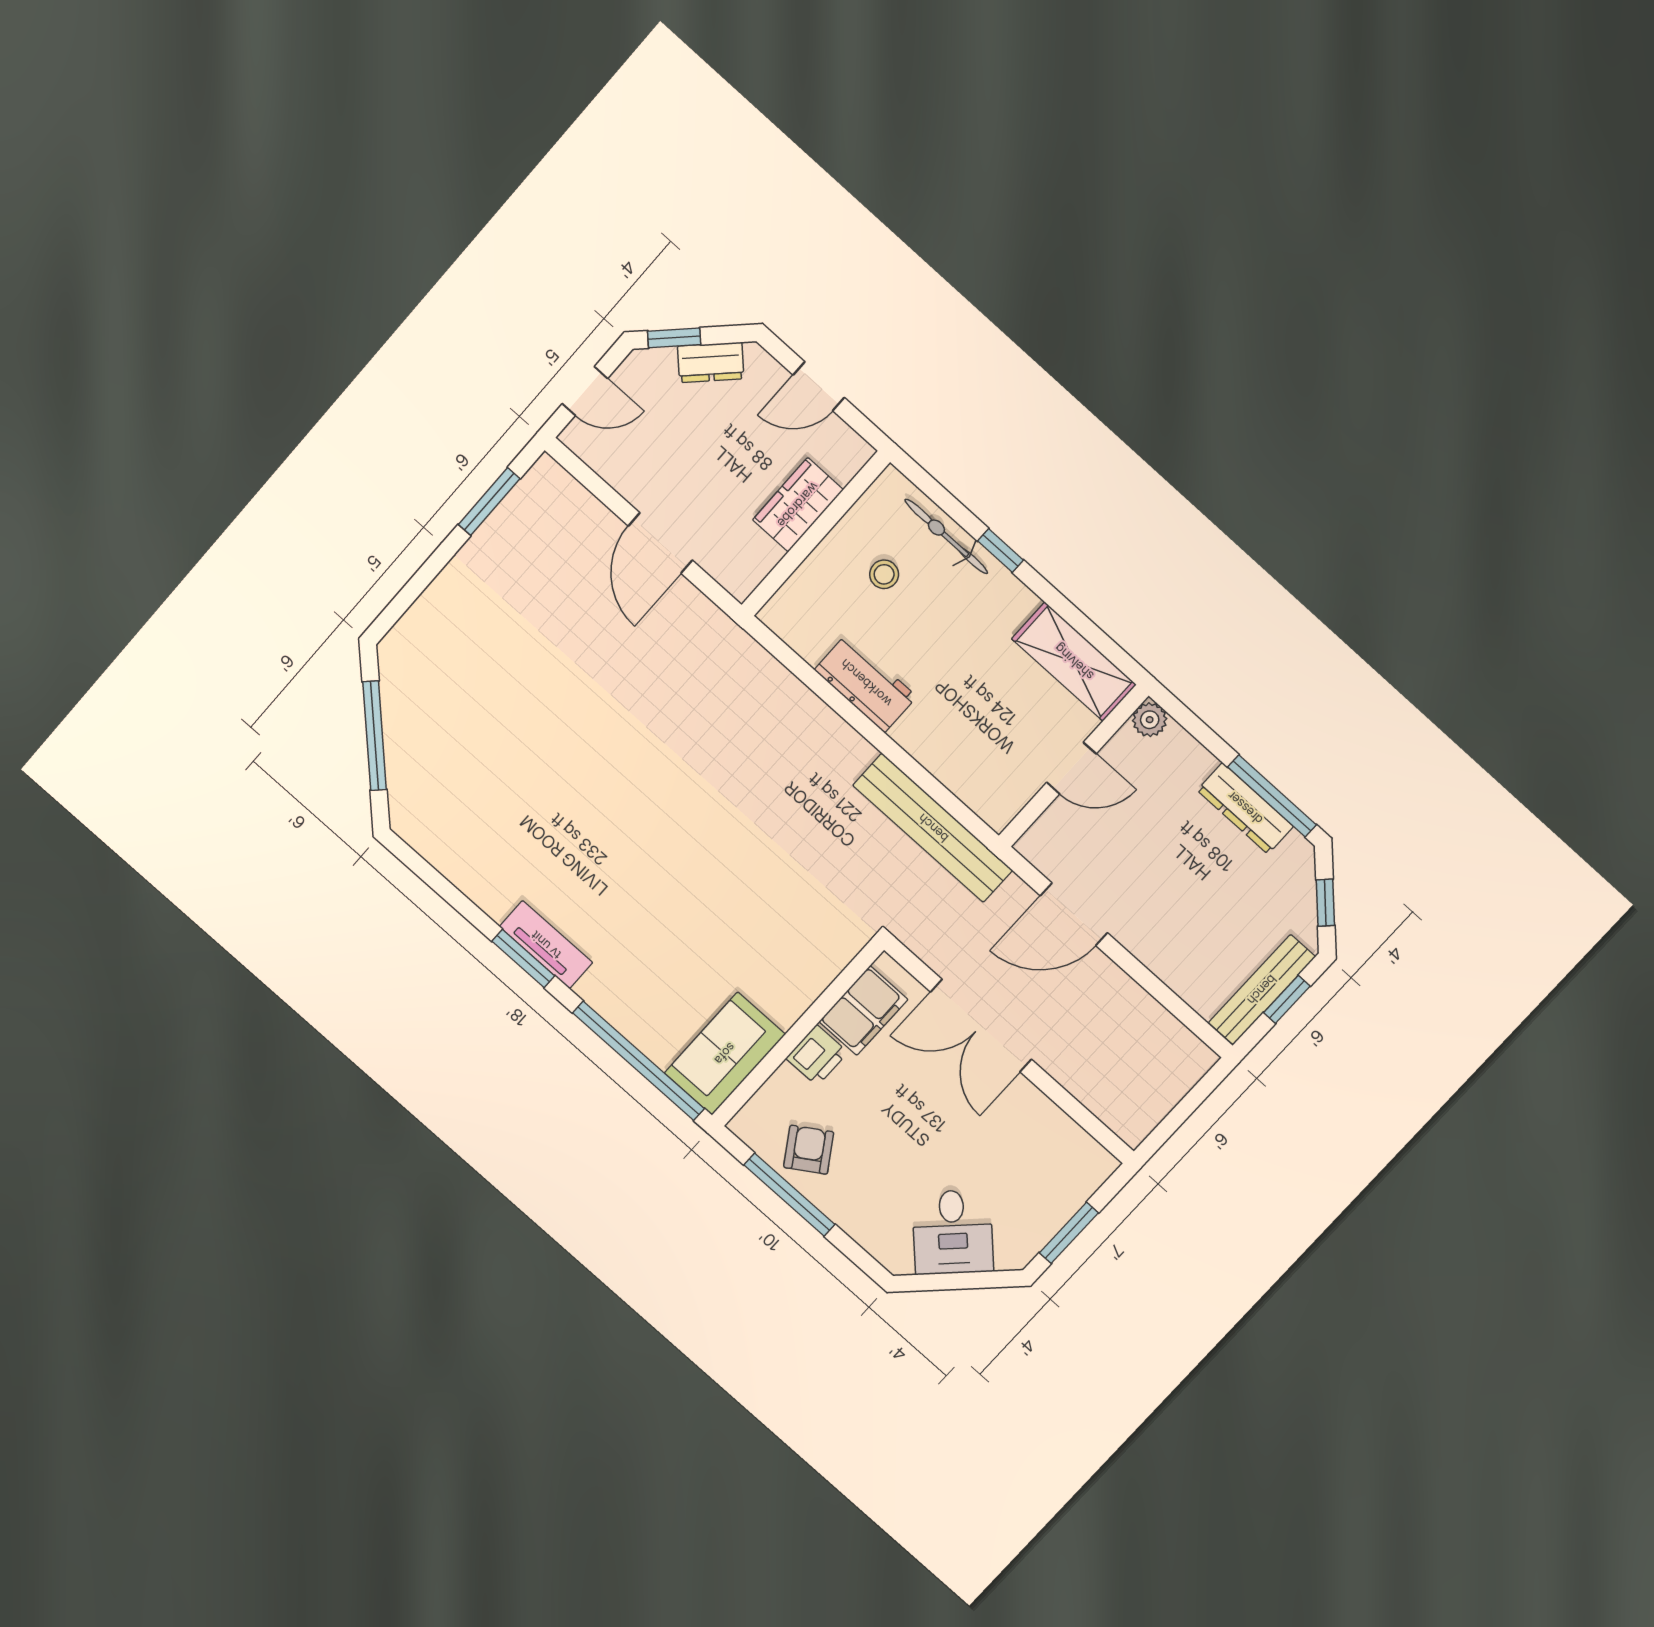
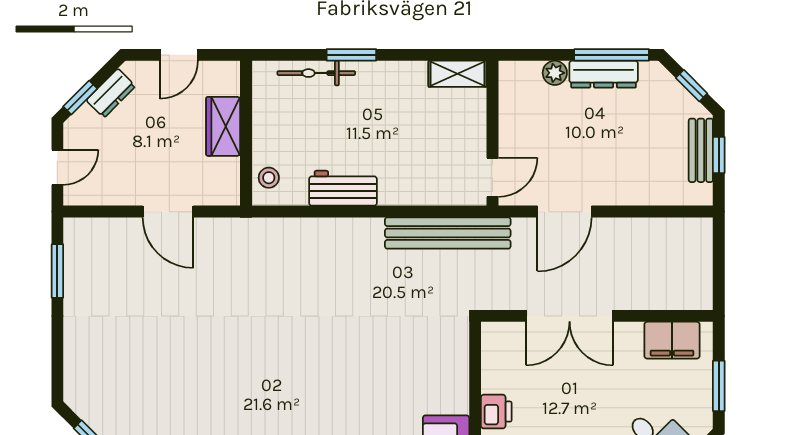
window: (1000, 550) -> (351, 55), width x1.50
stool: (884, 574) -> (269, 178), moved
shelving: (1074, 662) -> (457, 74), width x0.67, depth x0.75
plant: (1150, 720) -> (555, 73), moved
door: (1071, 768) -> (493, 177), moved
bench: (1262, 990) -> (701, 150), width x0.73
filing cabinet: (863, 1011) -> (672, 340), moved, turned 90

